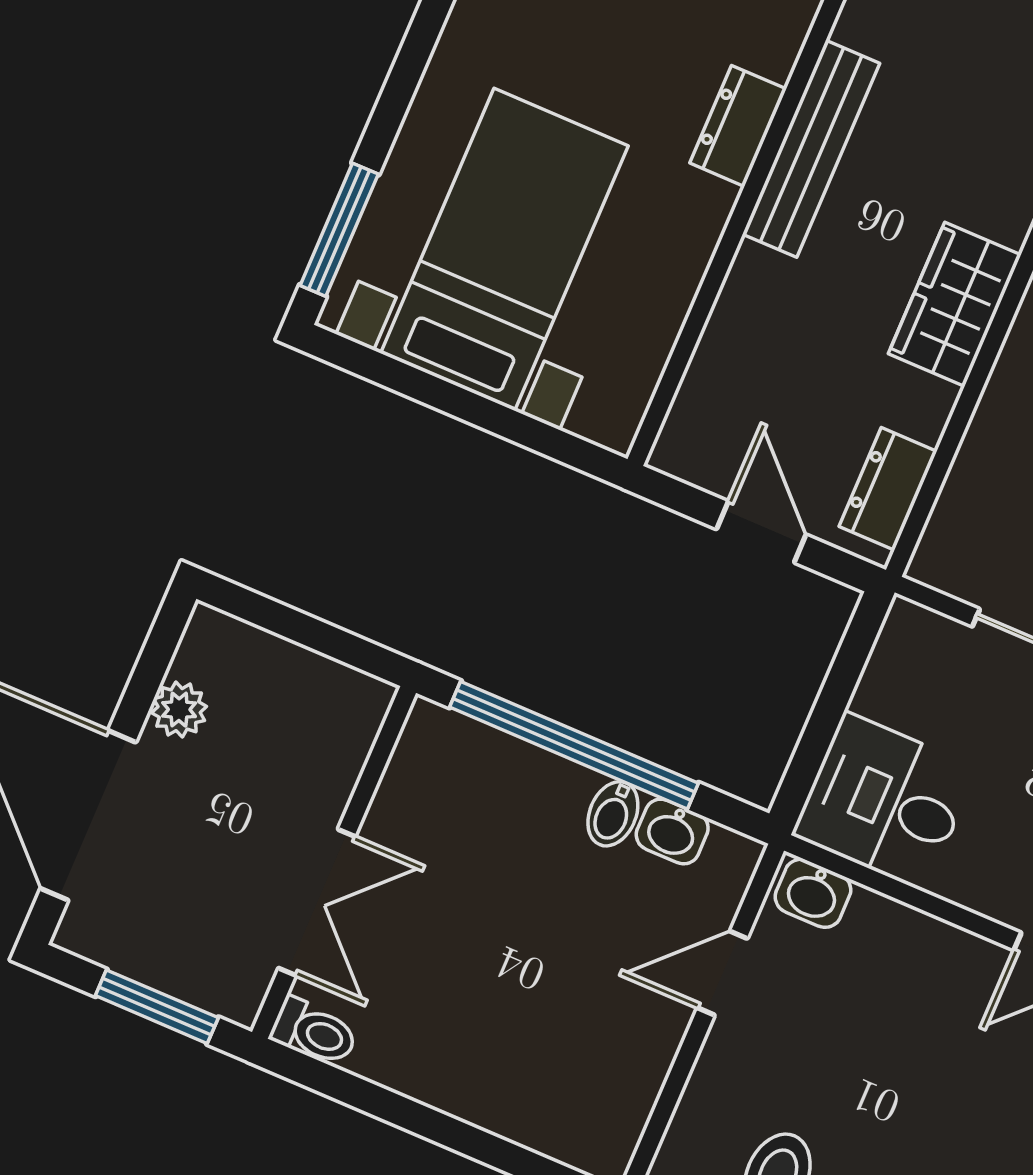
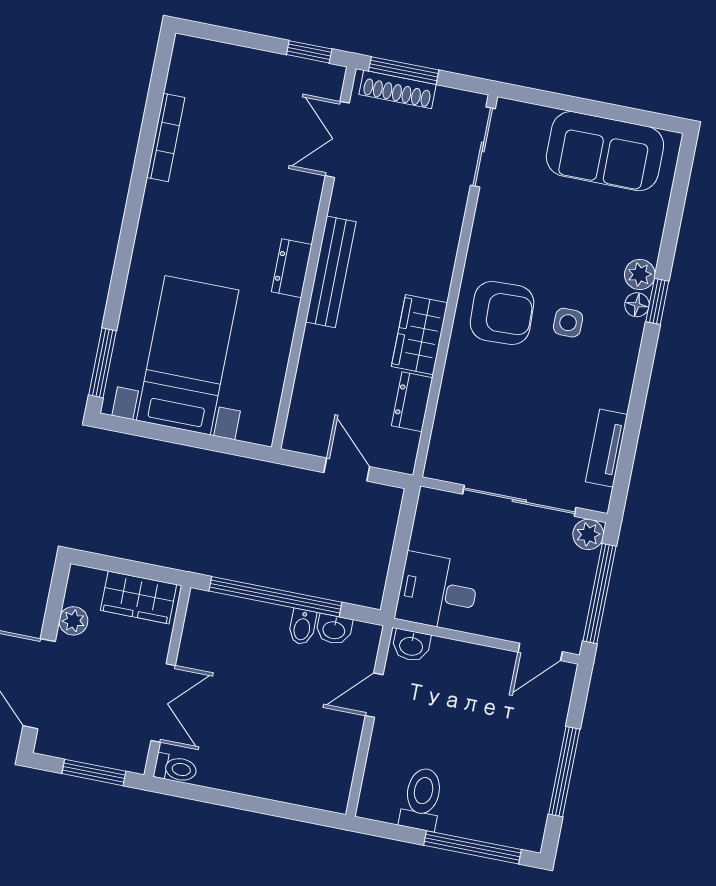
dresser: (888, 489) -> (412, 402), moved
wardrobe: (313, 691) -> (139, 597), added

